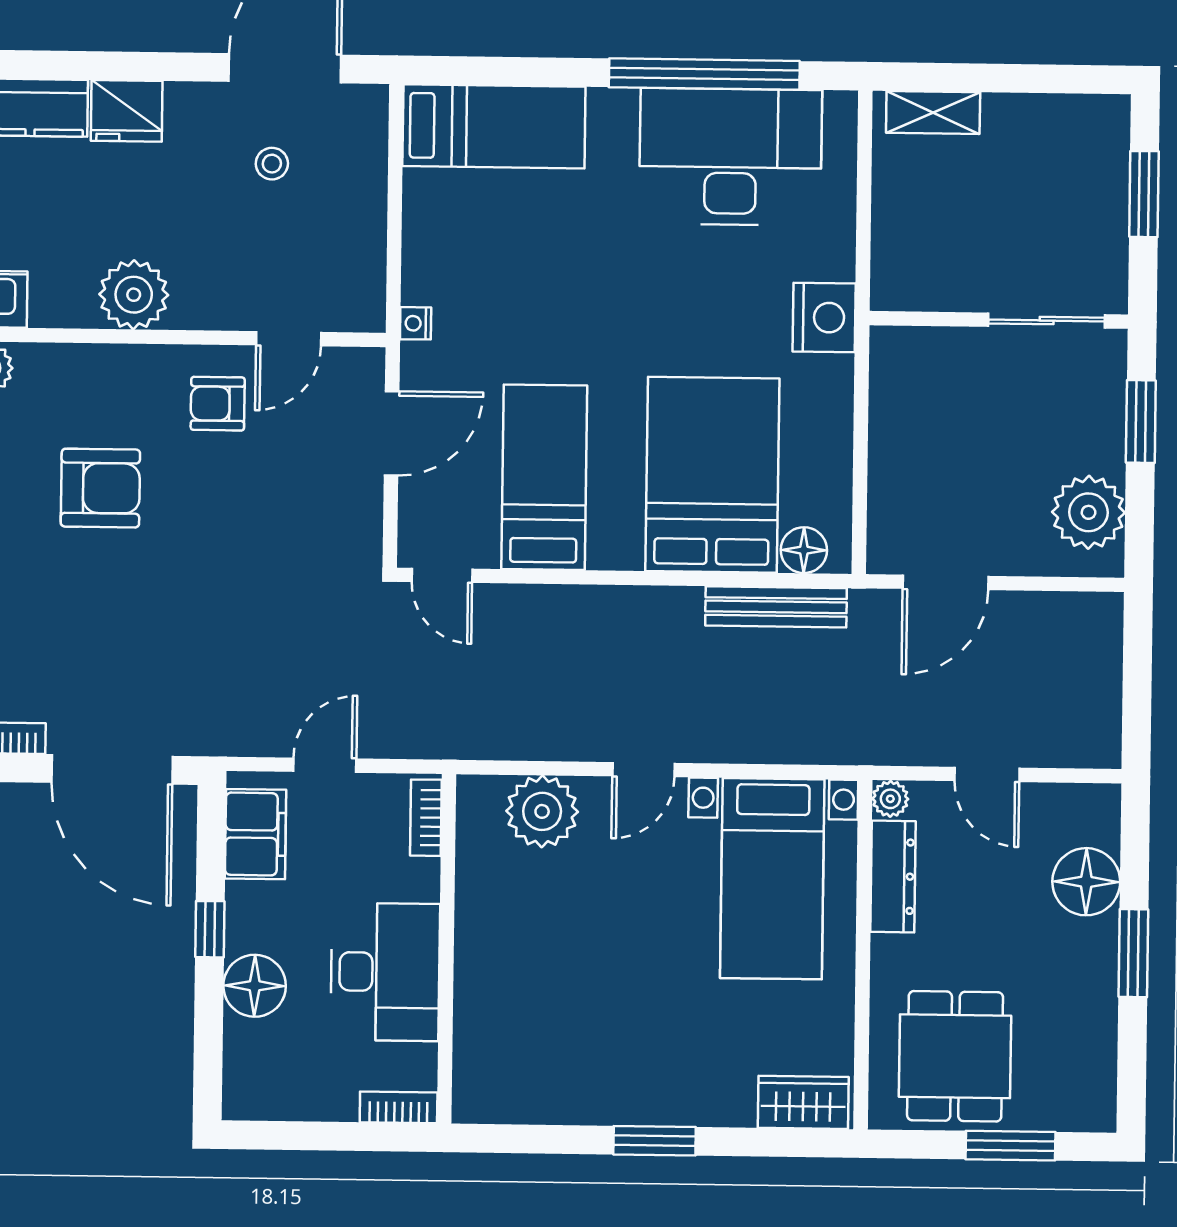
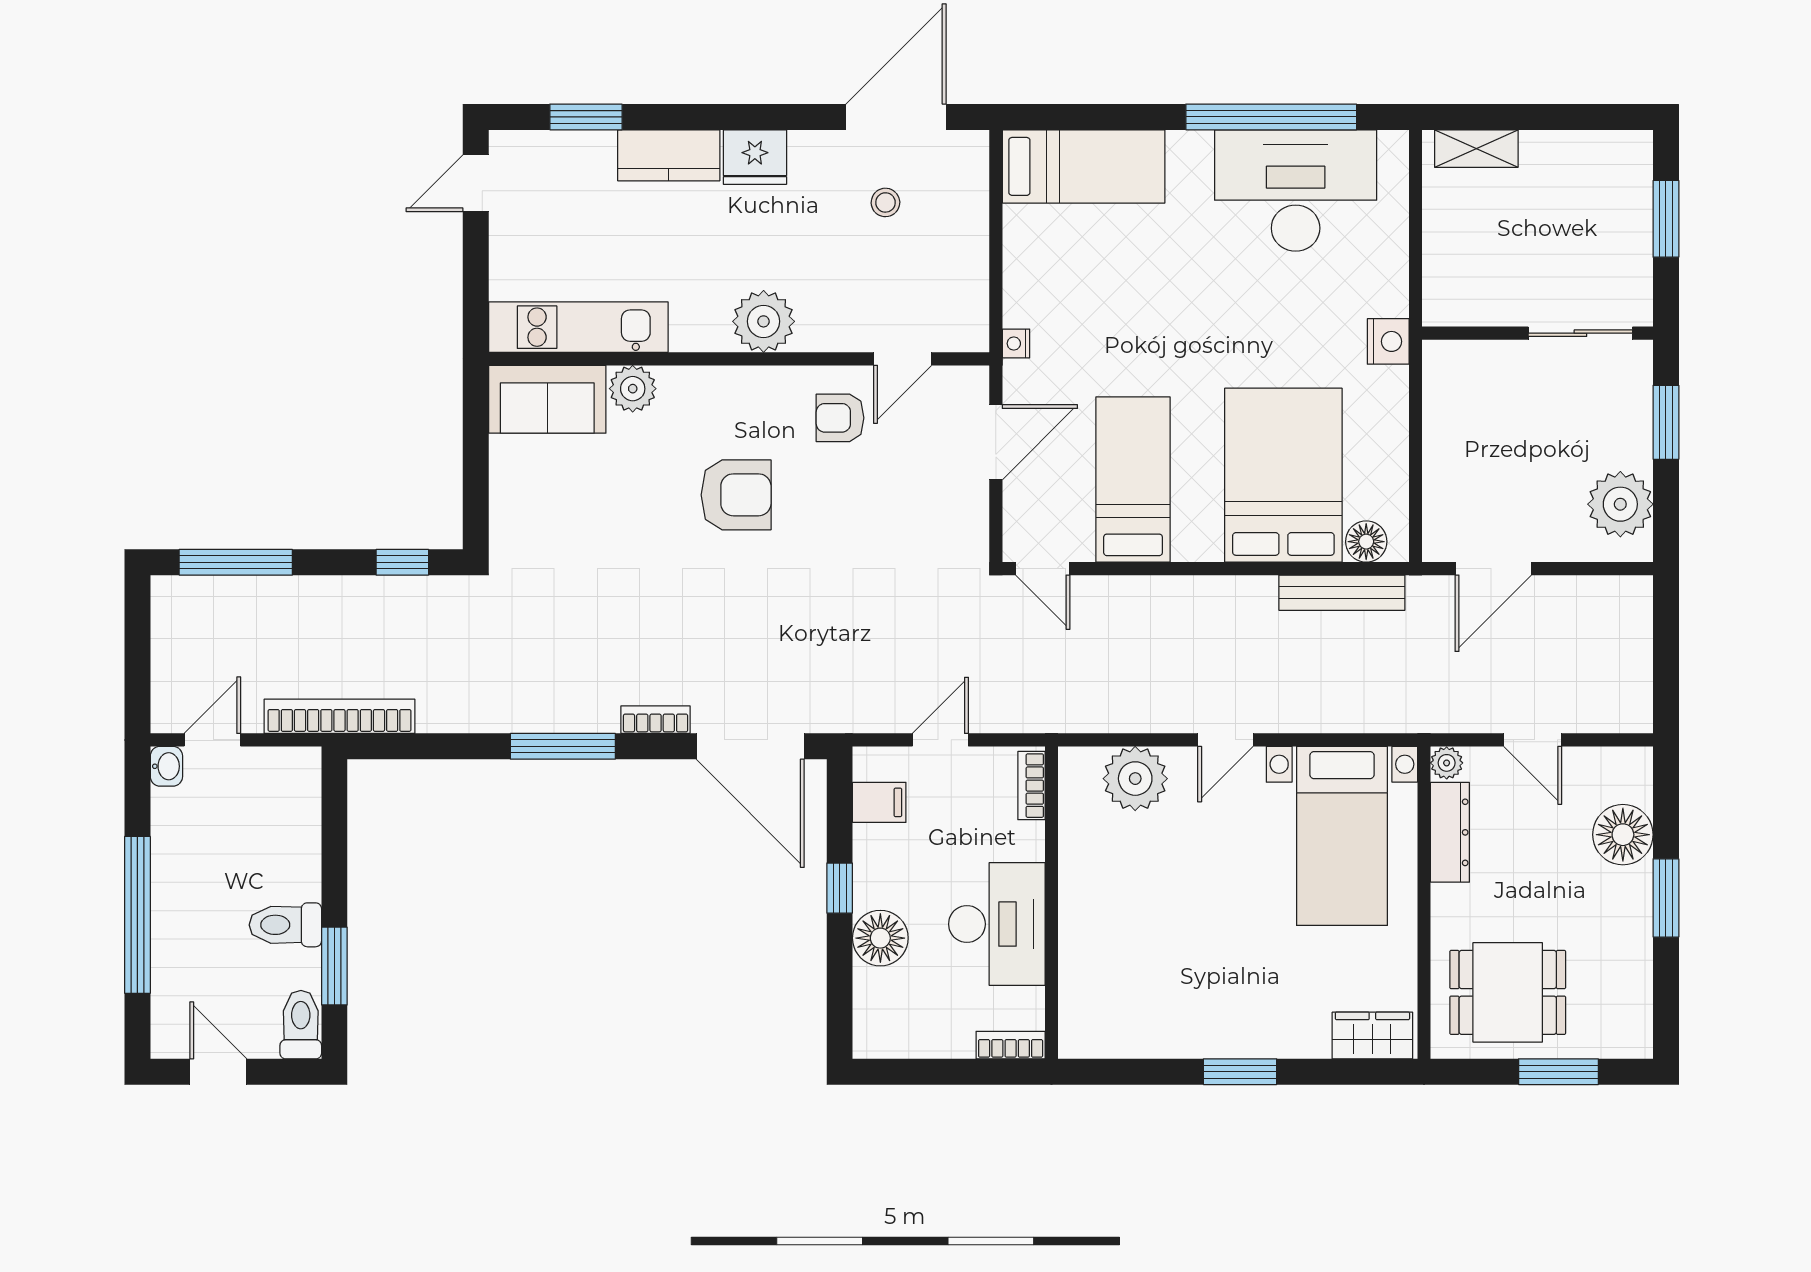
nightstand: (824, 318) -> (1388, 341), width x0.74, depth x0.75
filing cabinet: (256, 834) -> (879, 802), width x0.50
dining table: (955, 1056) -> (1508, 992), turned 90

